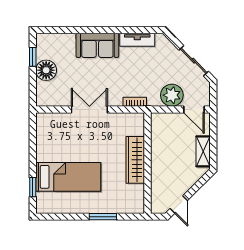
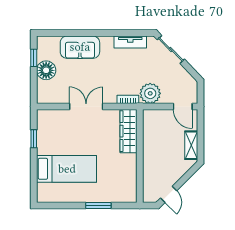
sofa: (97, 45) -> (80, 47), moved
sliding door: (194, 61) -> (171, 49), moved
plant: (172, 95) -> (150, 93), moved
wardrobe: (135, 160) -> (129, 131), moved
window: (33, 187) -> (34, 139), moved

